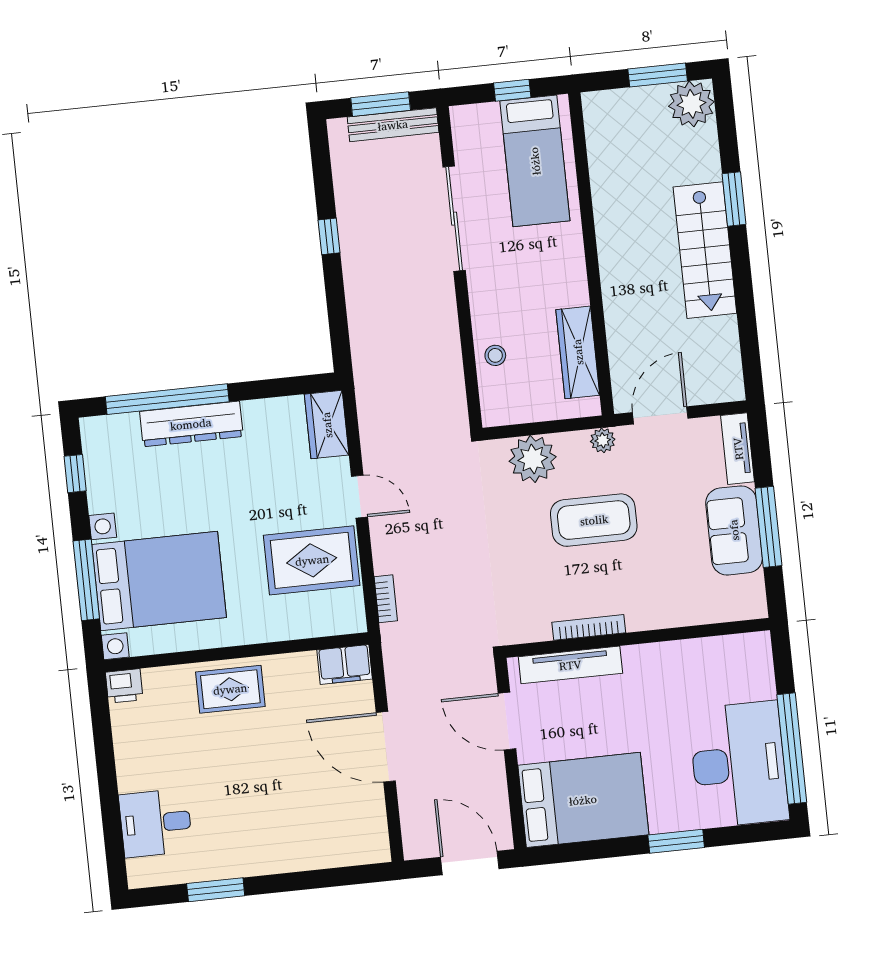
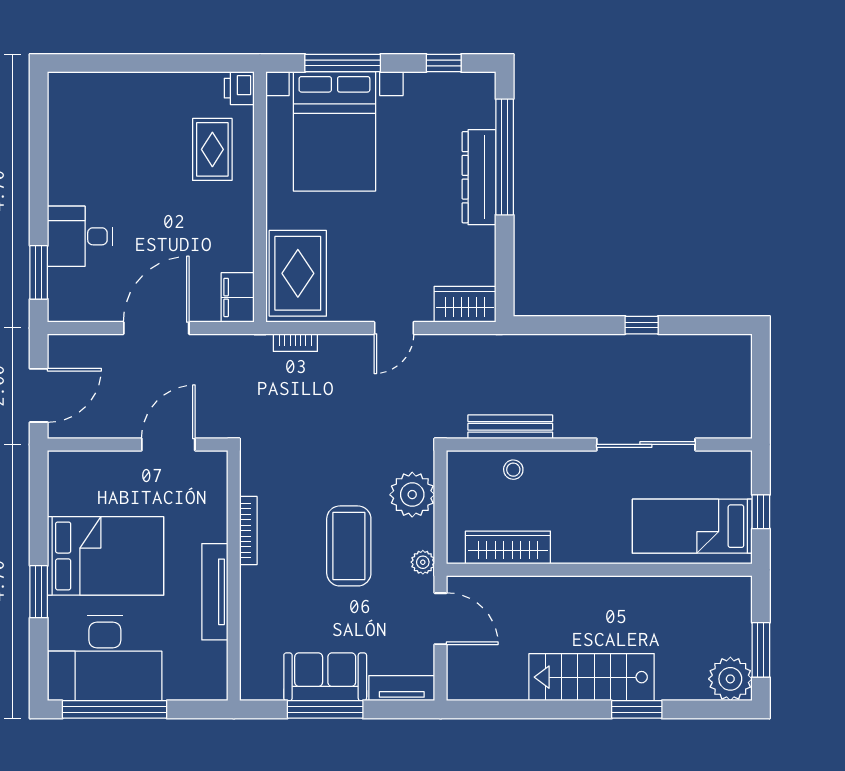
window: (381, 104) -> (761, 387), removed
bench: (393, 125) -> (510, 427), moved, turned 90
rug: (312, 560) -> (298, 273), moved
tv unit: (570, 665) -> (215, 592), moved
rug: (230, 689) -> (212, 149), moved
bed: (583, 800) -> (106, 556), moved, turned -90
desk: (156, 823) -> (80, 236), moved, turned -90
window: (216, 890) -> (39, 272), moved

